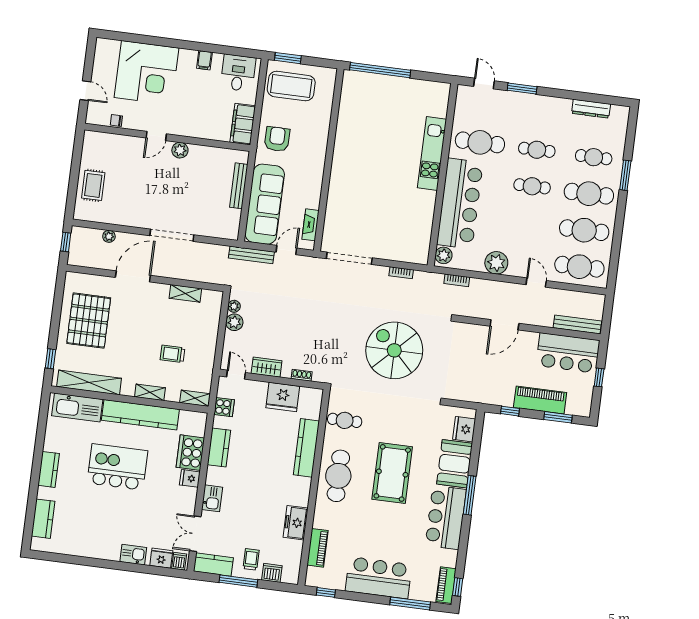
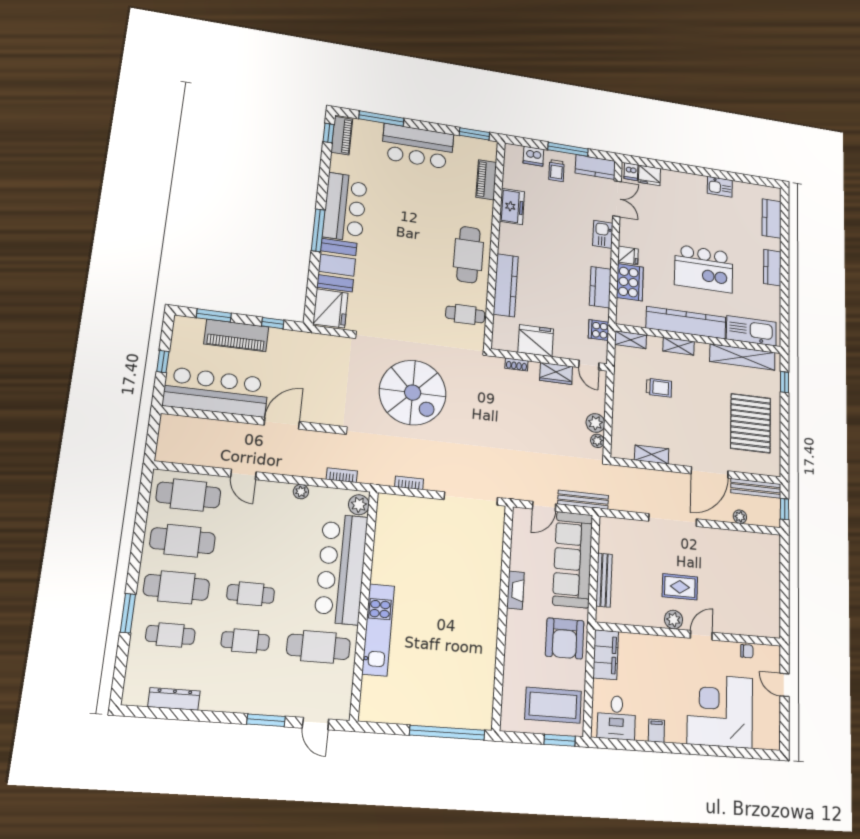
armchair: (277, 139) -> (565, 638), width x1.36, depth x1.36
rug: (93, 185) -> (680, 587), moved, turned 90
fireplace: (311, 225) -> (515, 590), moved
plant: (496, 263) -> (301, 492), width x0.53, depth x0.53
bench: (577, 324) -> (756, 488), moved
bar counter: (568, 353) -> (216, 392), width x1.36
fridge: (464, 429) -> (330, 308), width x1.36, depth x1.34
pool table: (392, 473) -> (408, 256), removed
kitchen sink: (133, 555) -> (720, 187), moved
window: (326, 592) -> (474, 134), width x1.50

